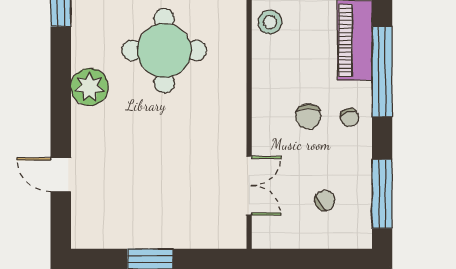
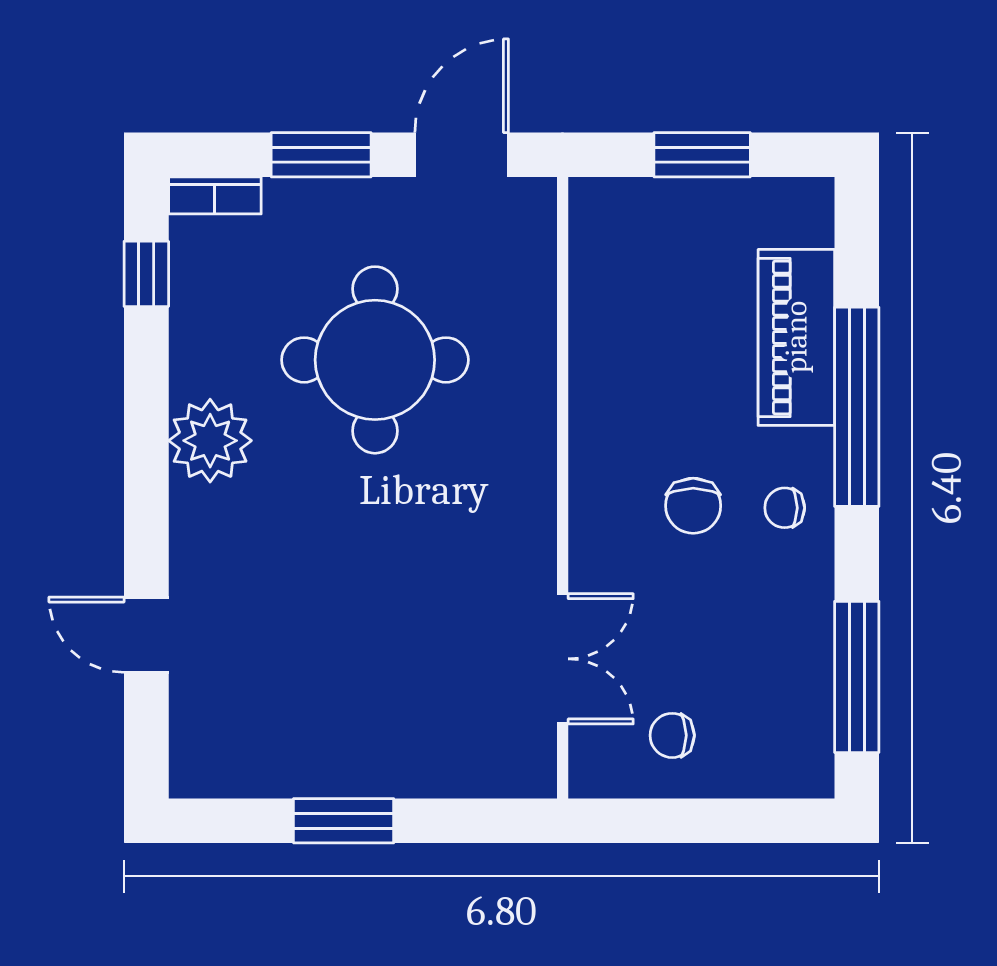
stool: (270, 22) -> (609, 297), removed
chair: (349, 117) -> (785, 508), turned 112
chair: (325, 200) -> (672, 735), moved, turned -149

